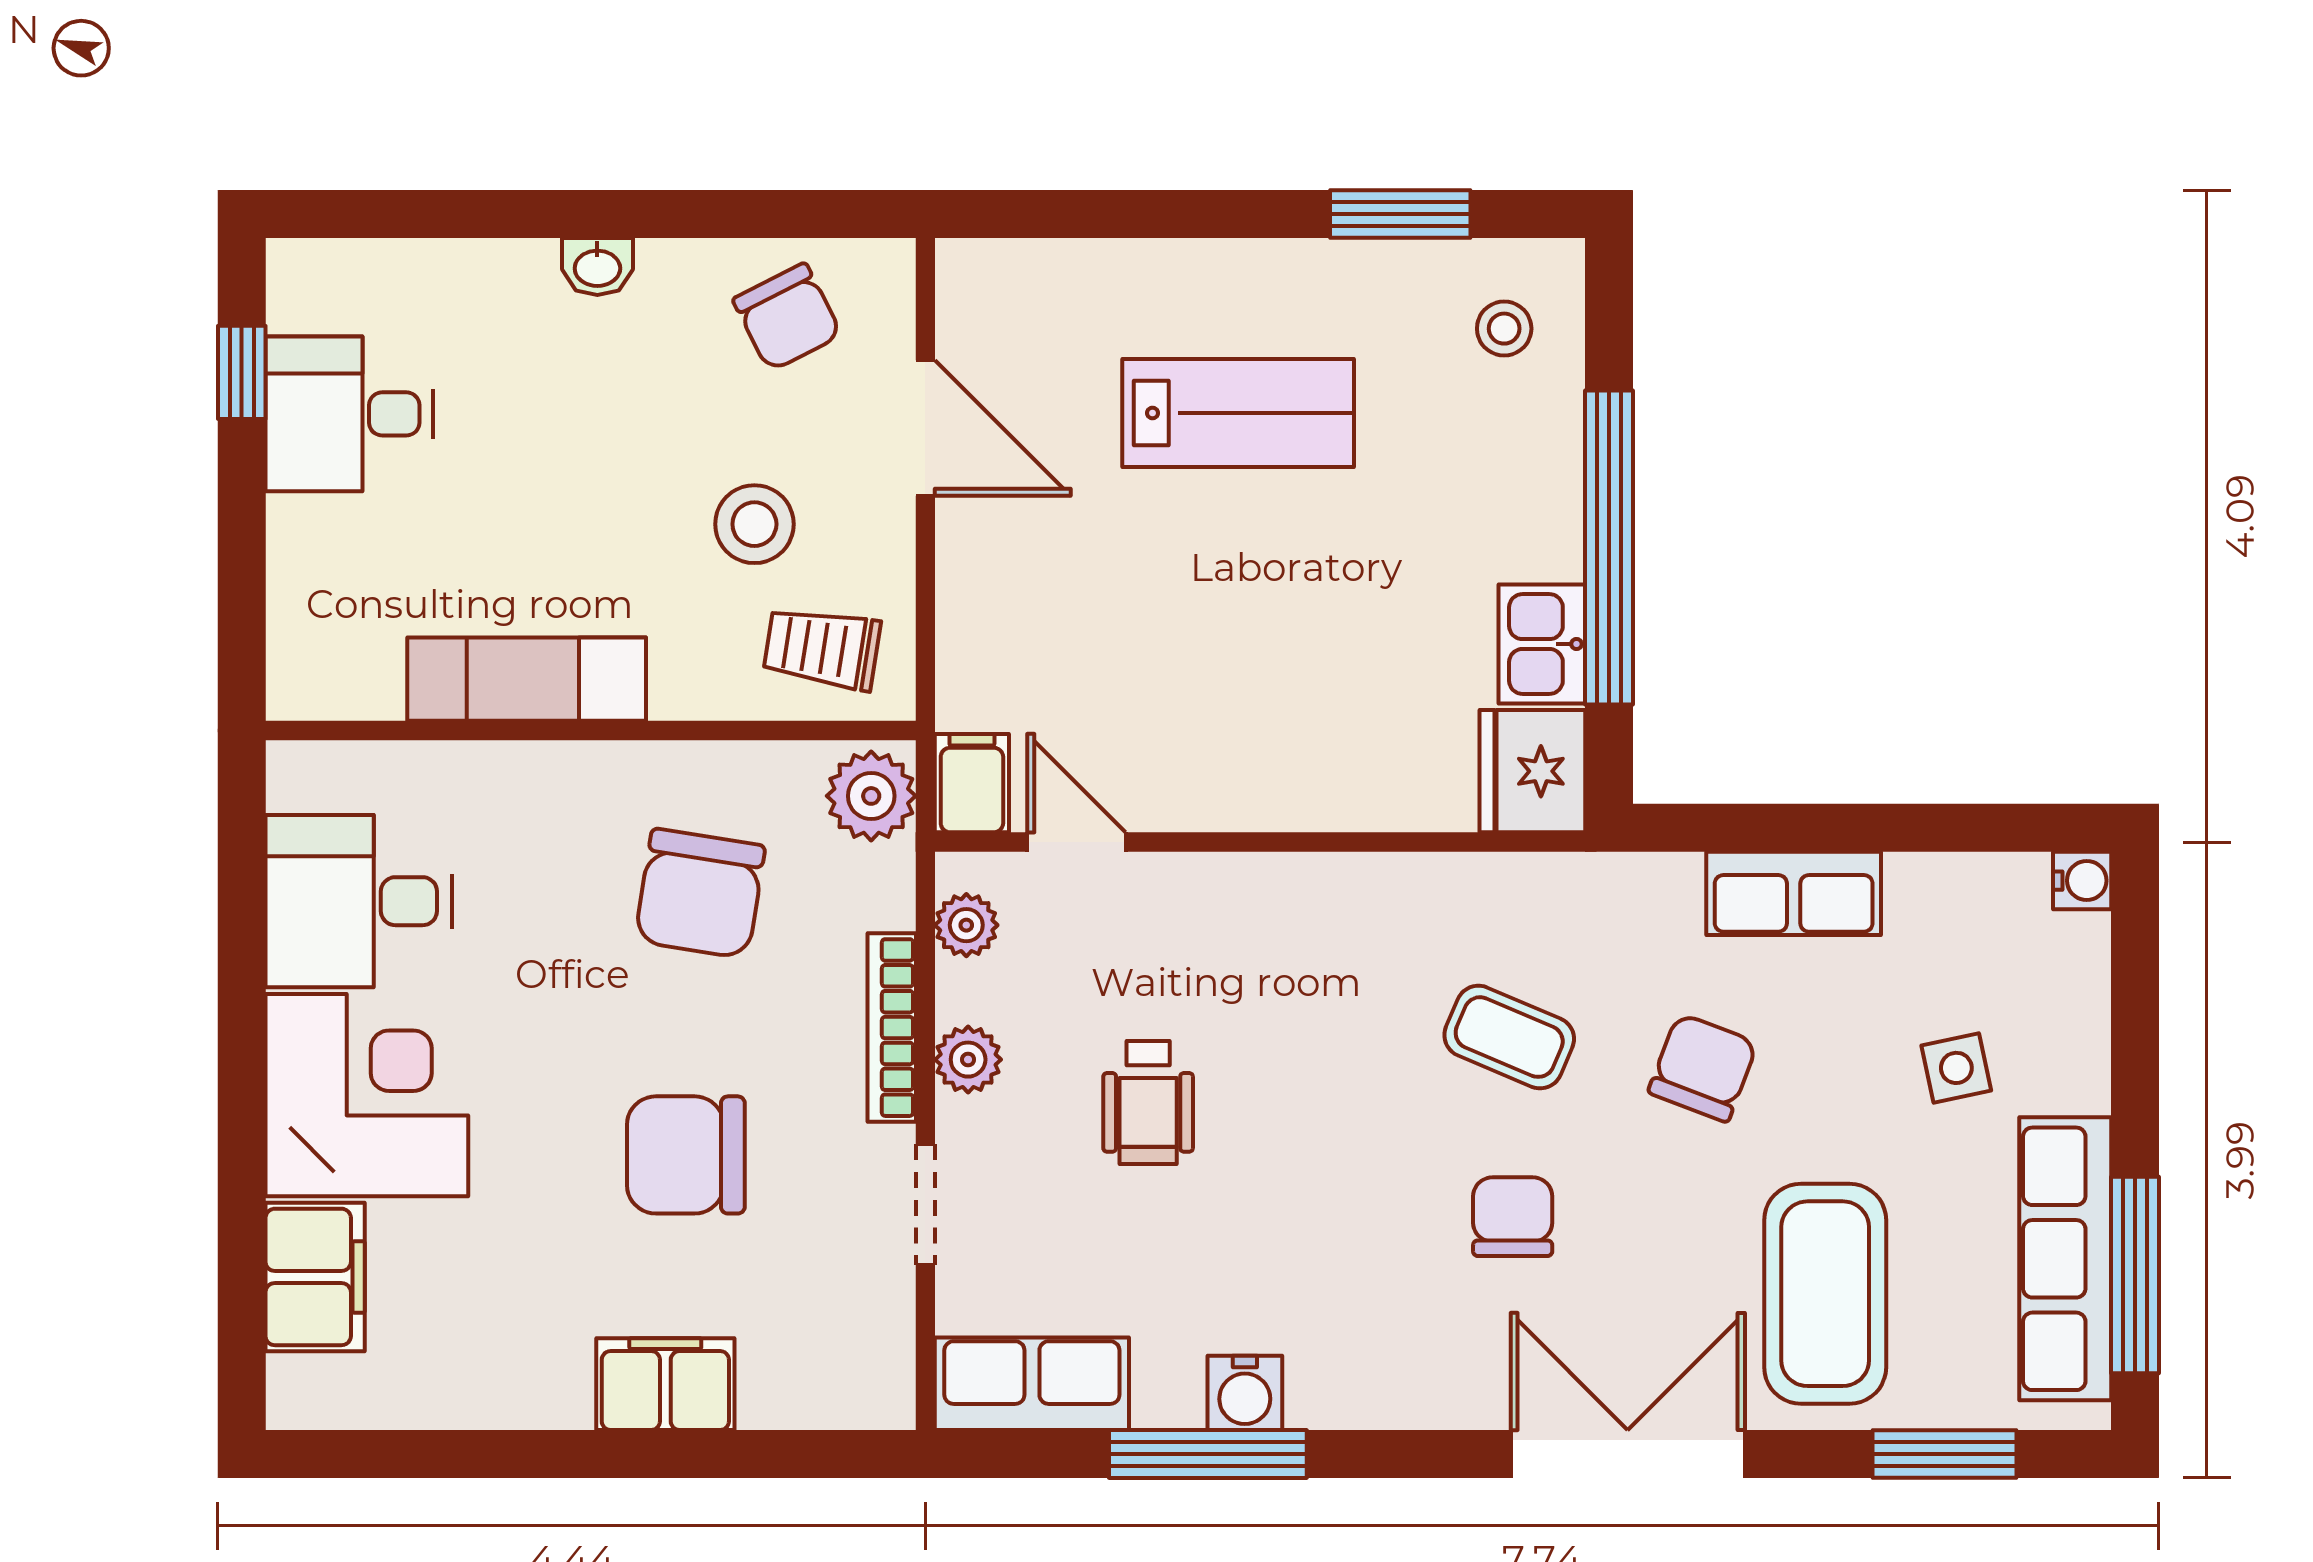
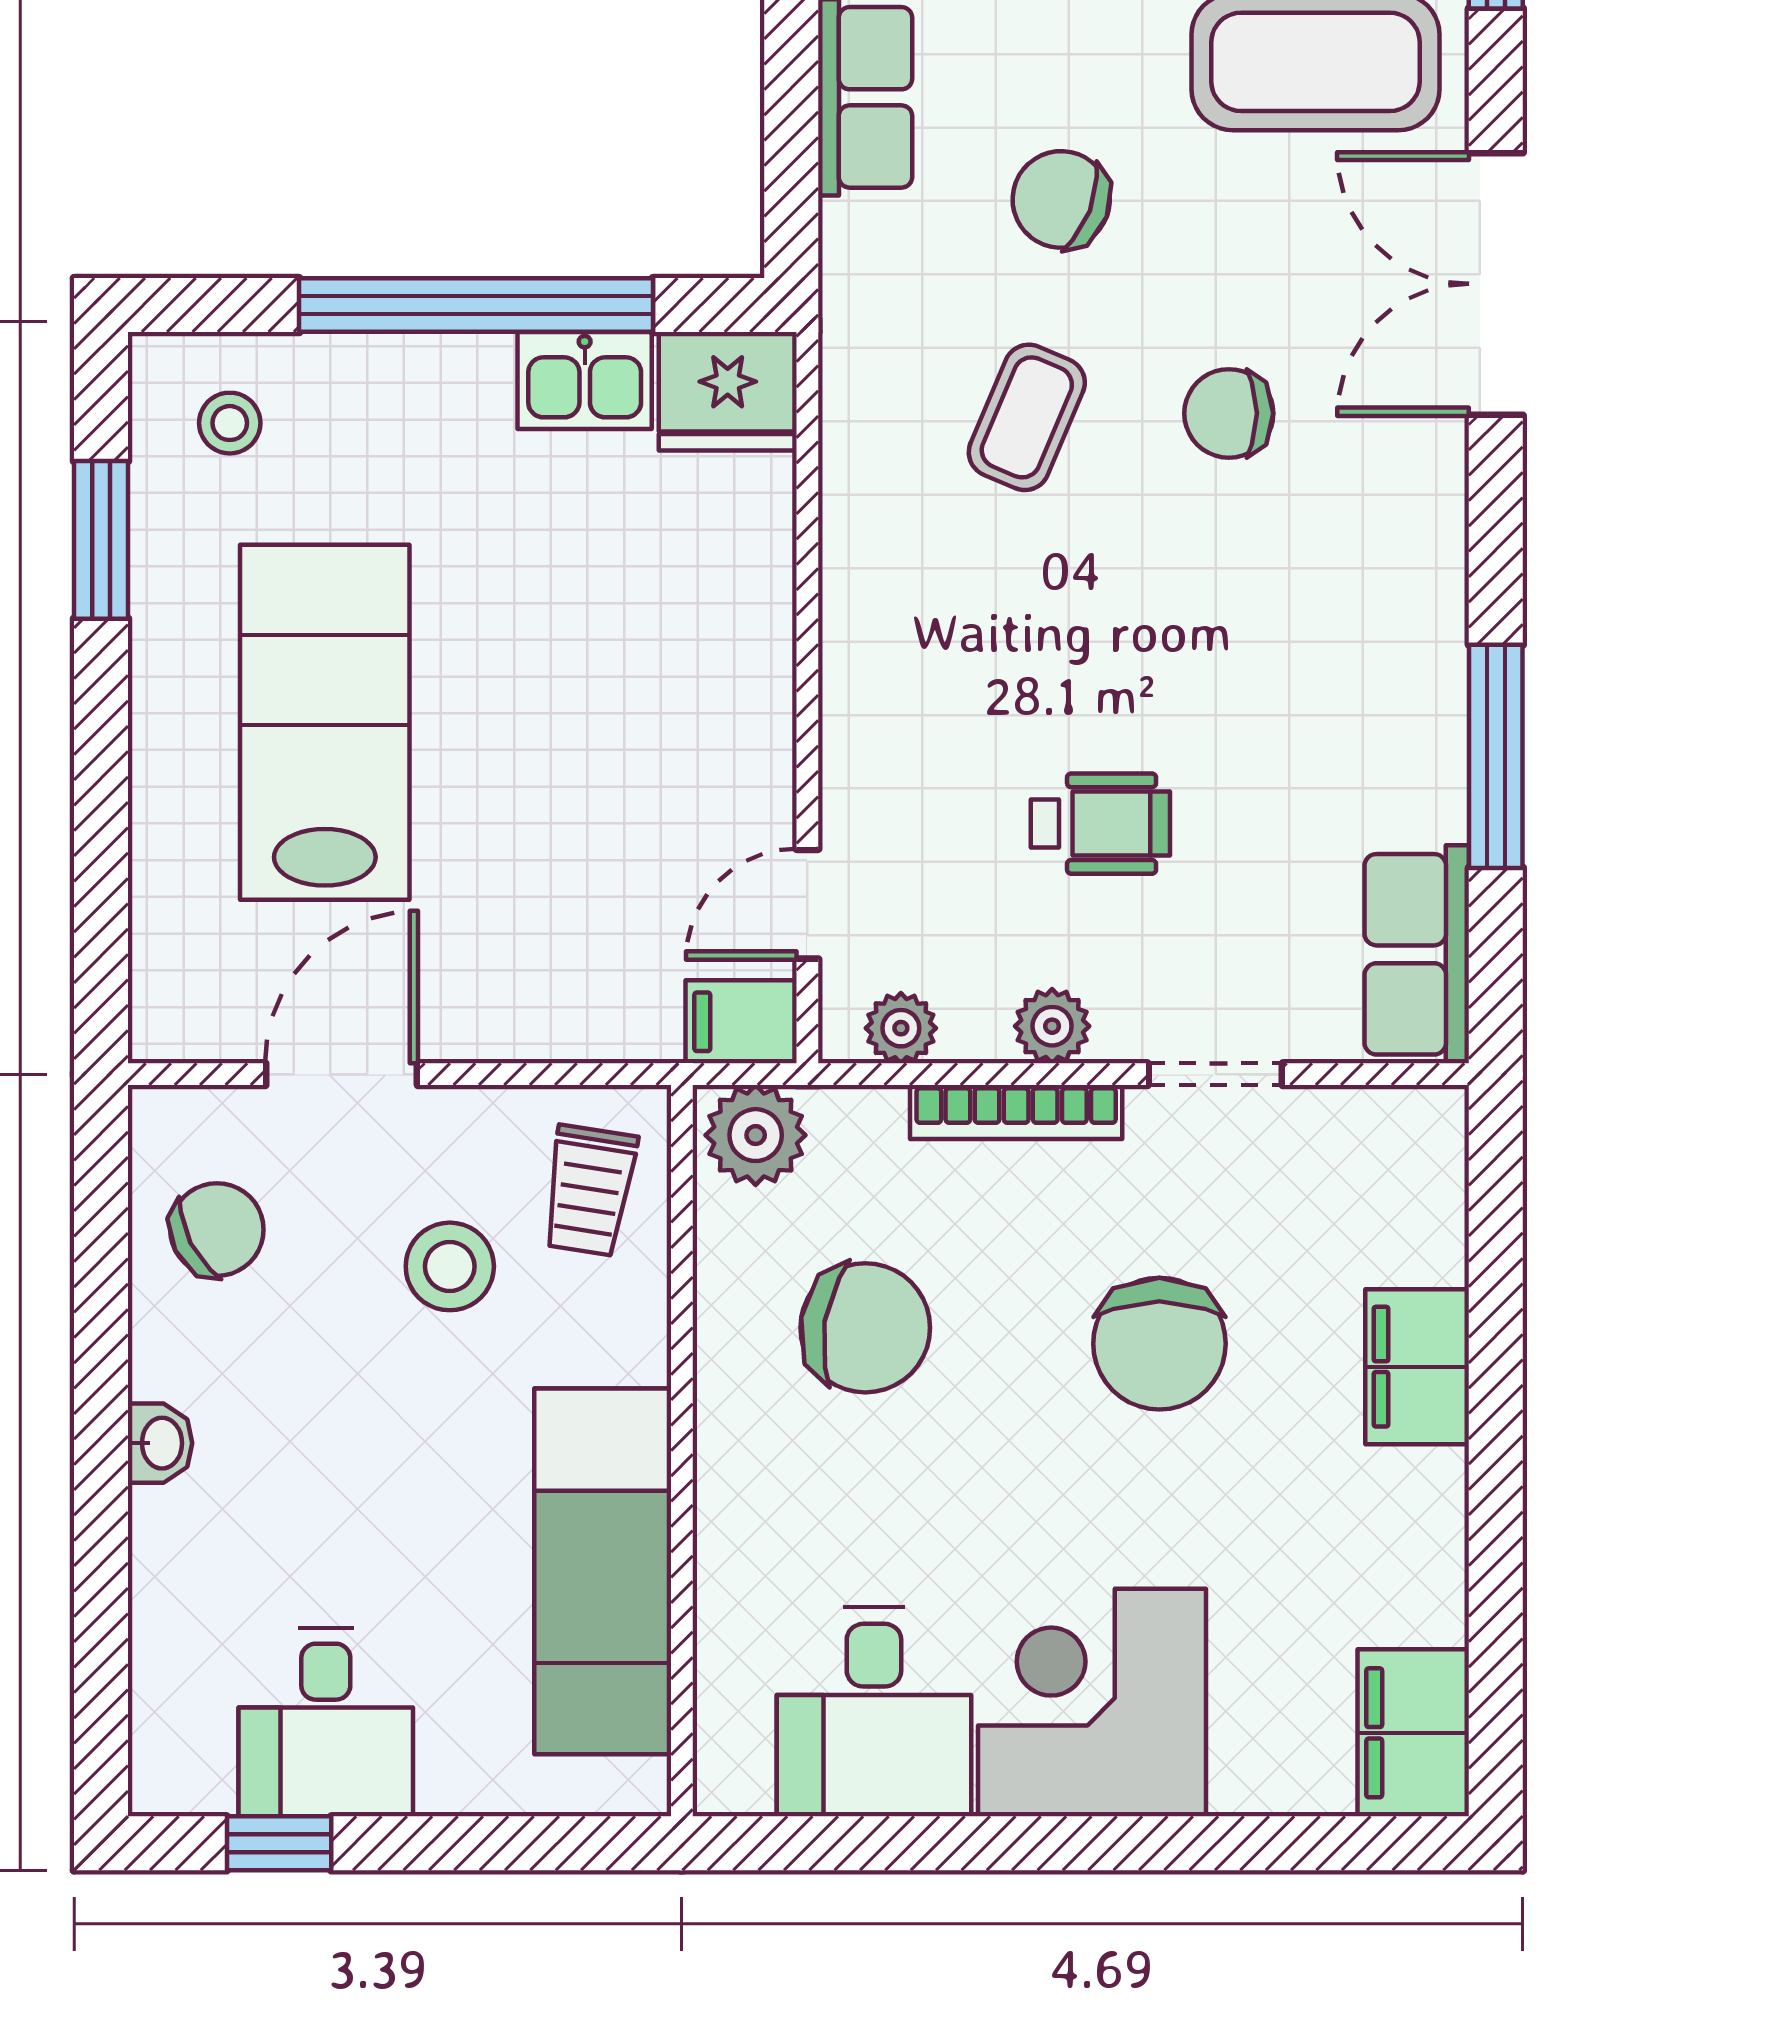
lab bench: (1238, 413) -> (325, 722), width x1.36, depth x1.39
exam couch: (527, 679) -> (603, 1571), width x1.36, depth x1.45
filing cabinet: (315, 1277) -> (1413, 1733), moved, turned -90
water cooler: (1245, 1393) -> (1427, 715), removed

